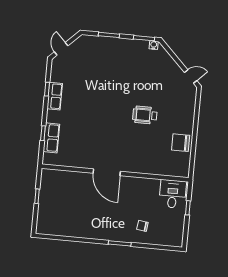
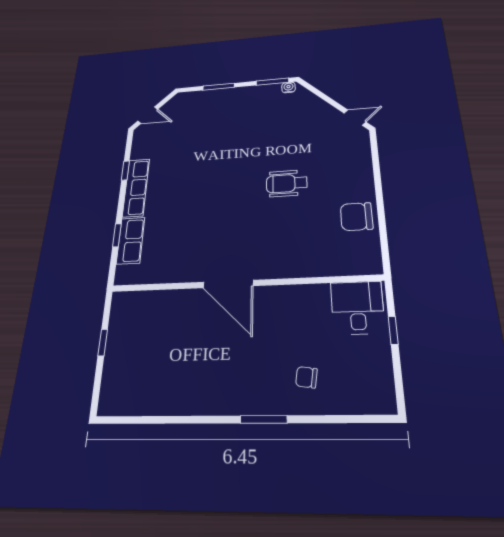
door: (61, 49) -> (148, 115), swing flipped
row of seats: (55, 96) -> (136, 188), width x1.48

